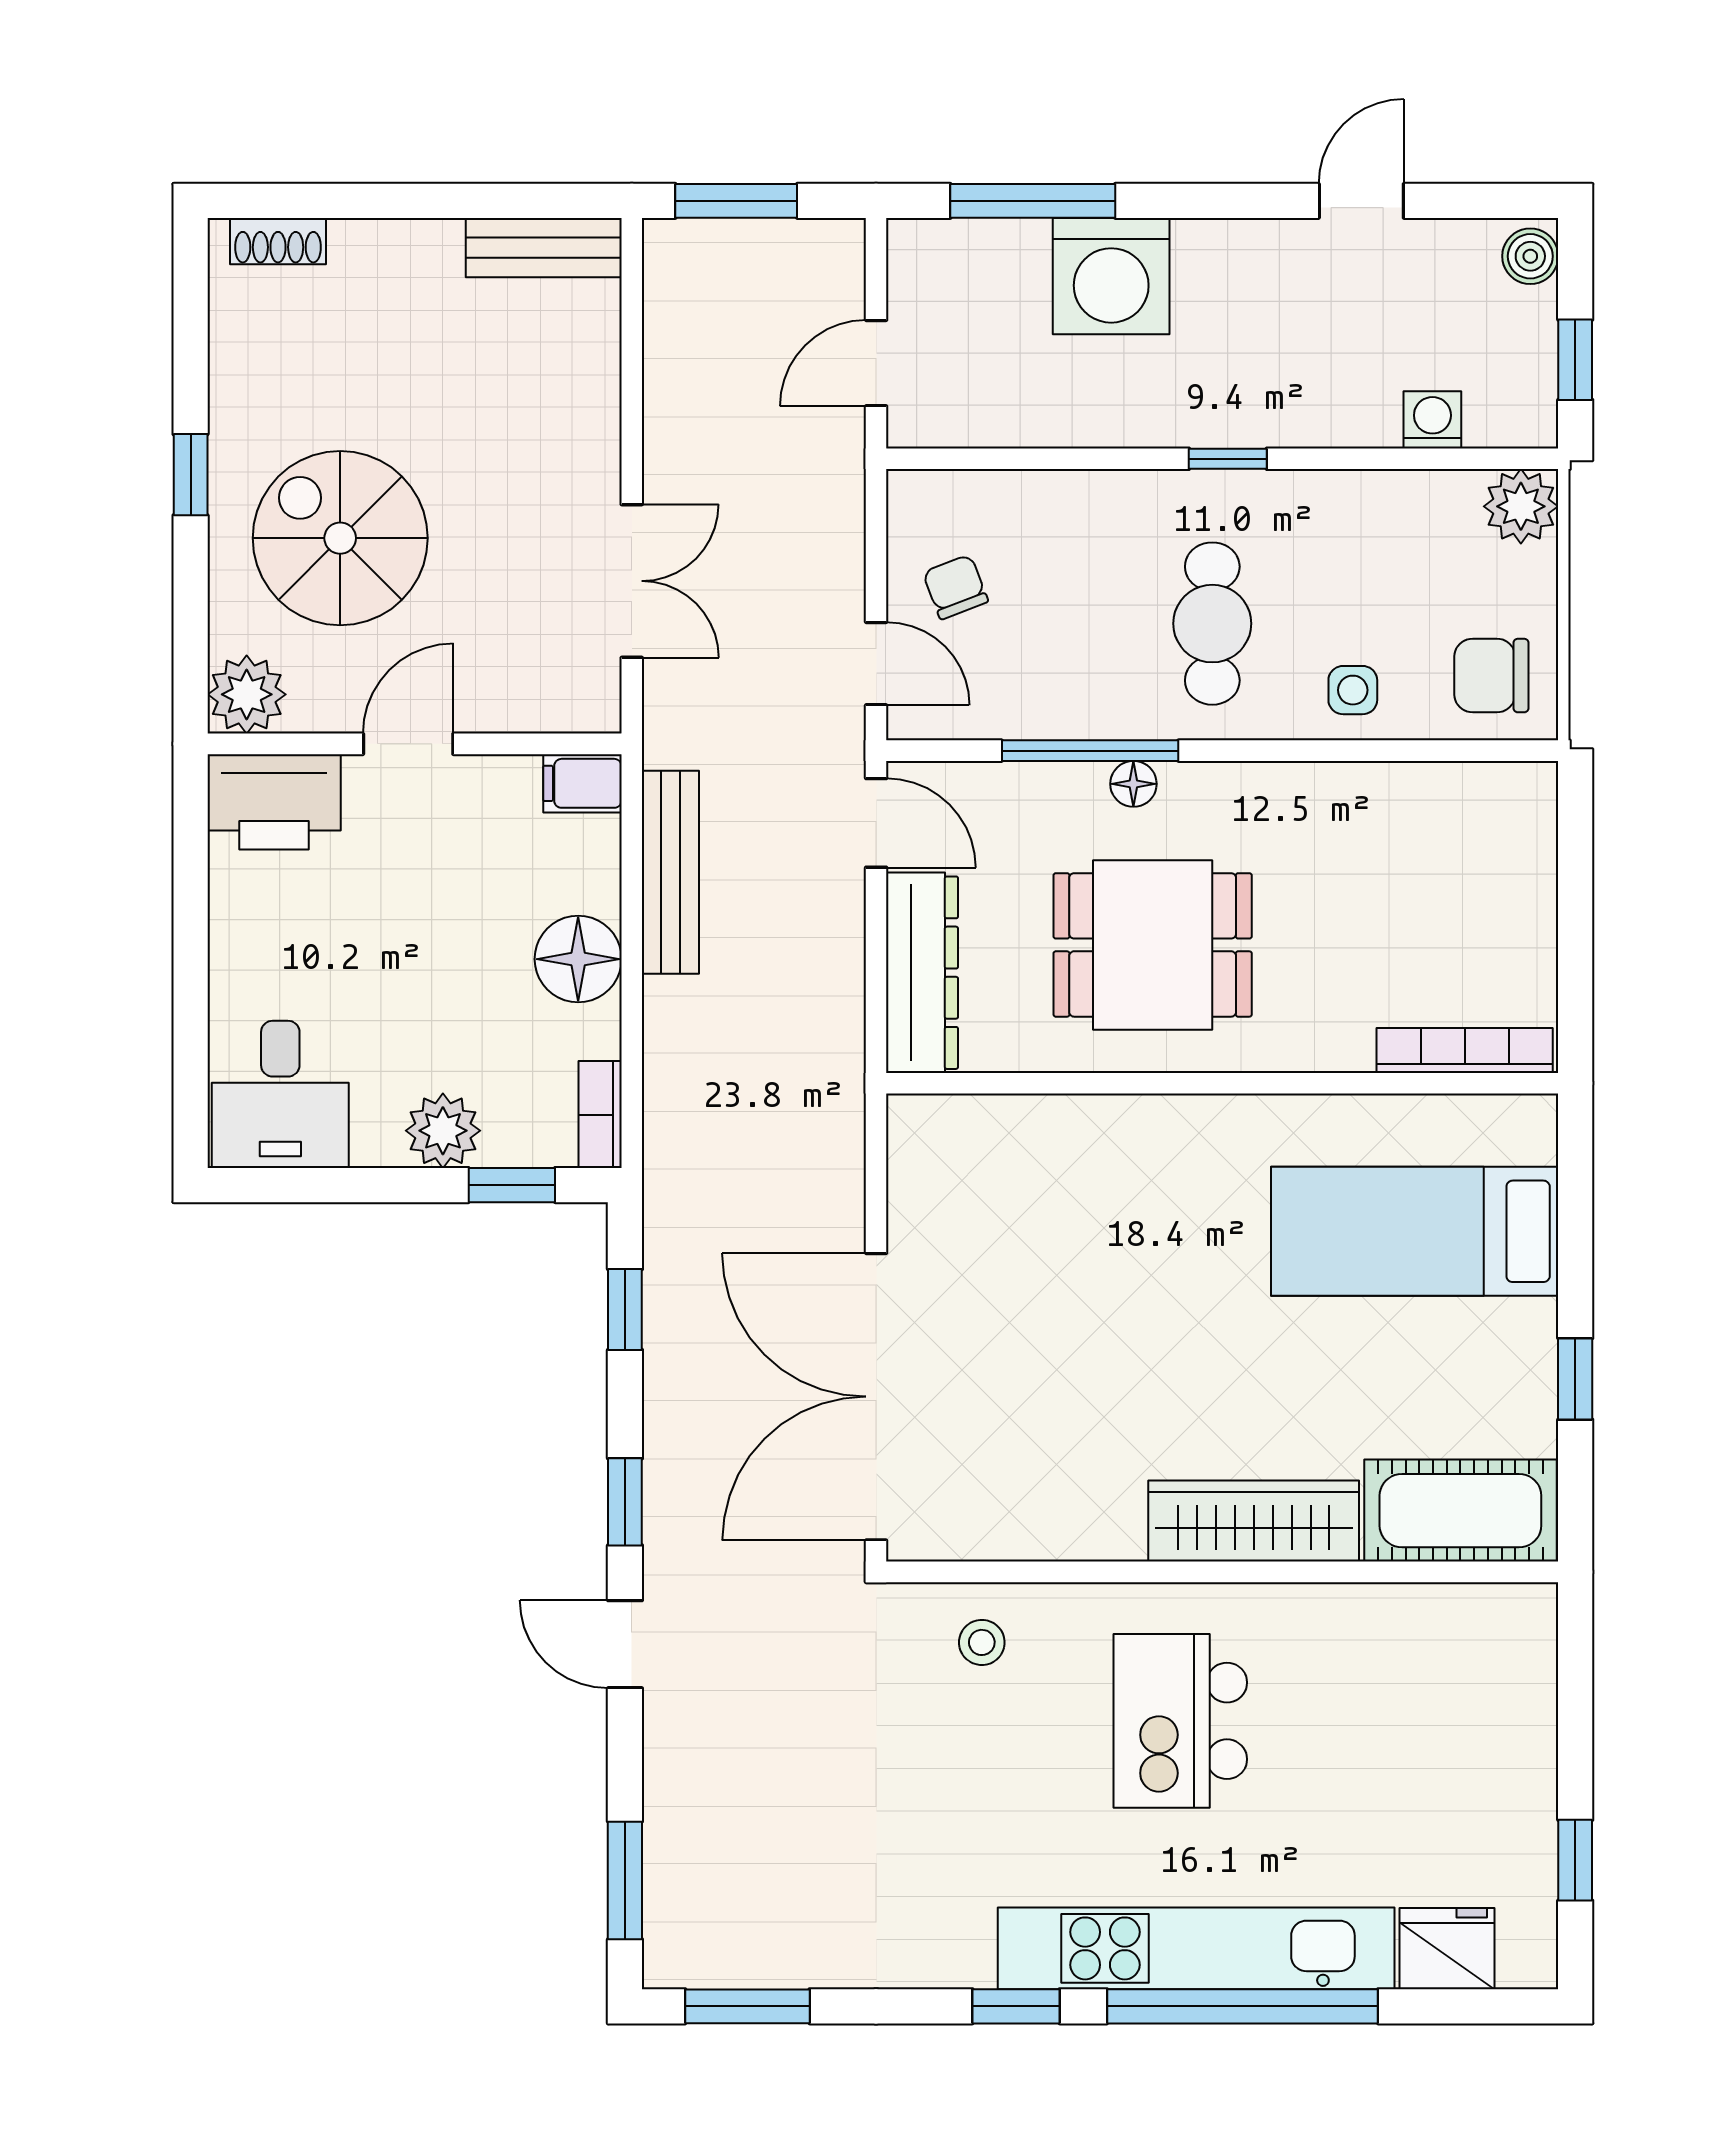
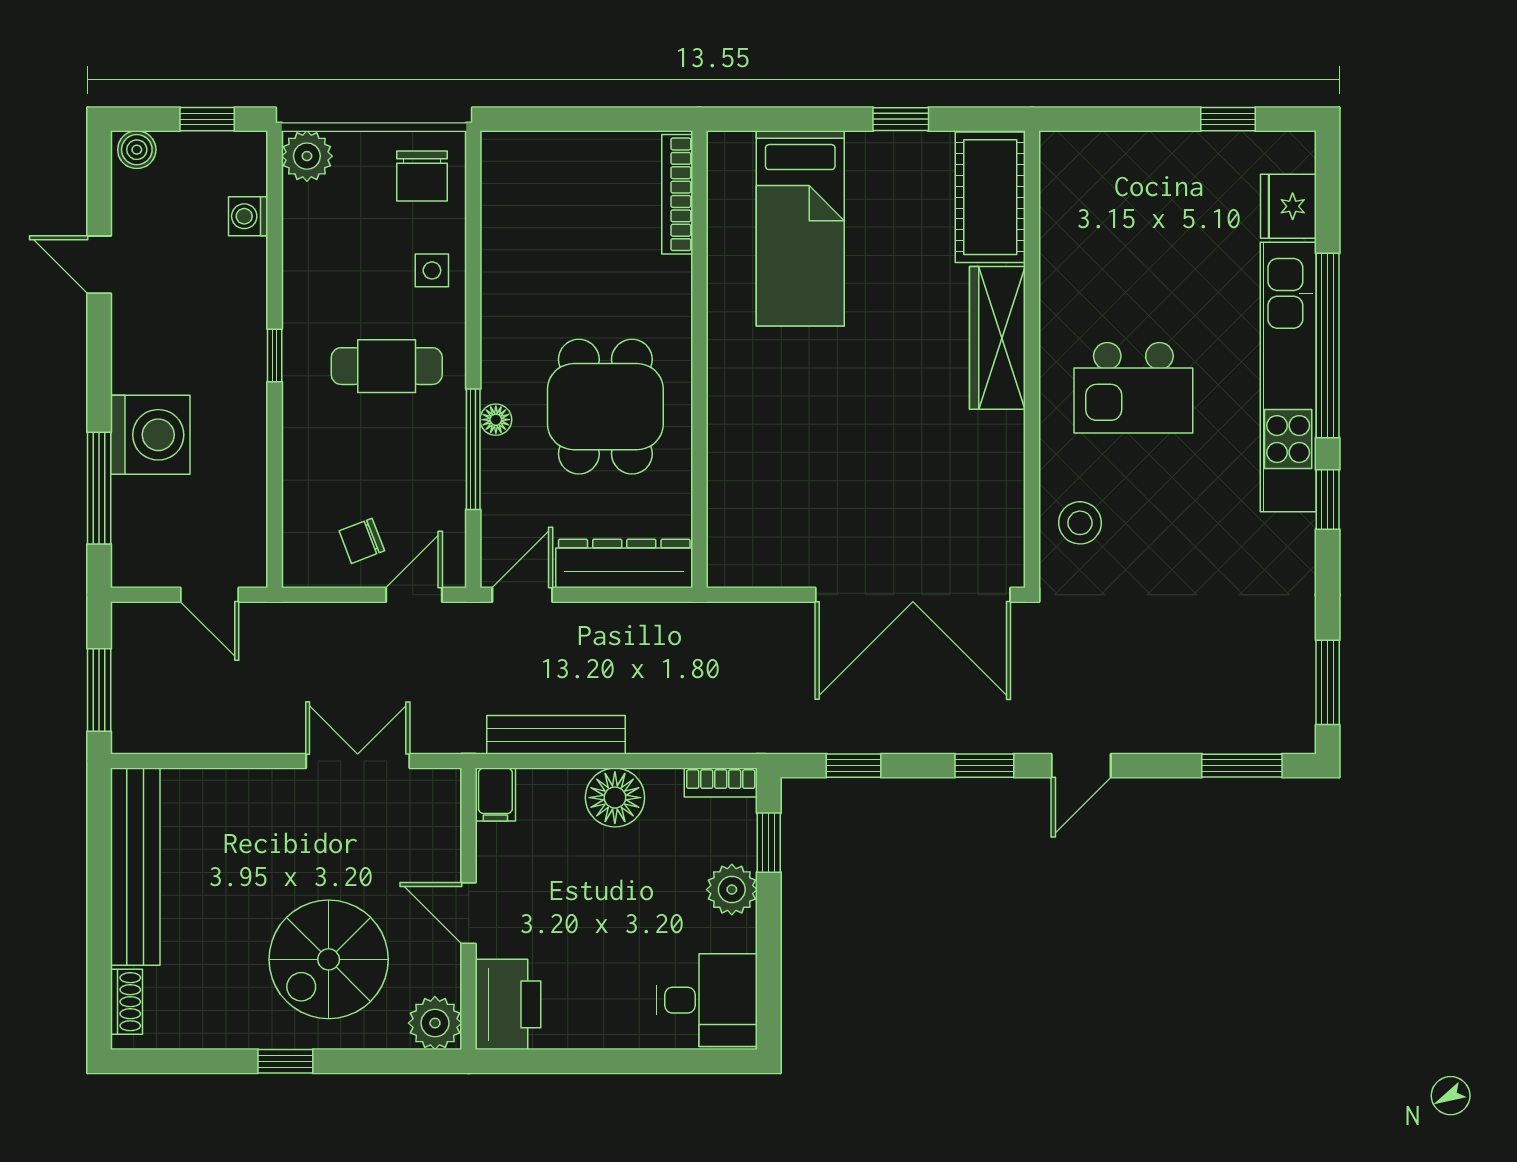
bench: (544, 248) -> (135, 867), width x1.86, depth x1.21
stool: (982, 1642) -> (1080, 523), width x1.37, depth x1.37

